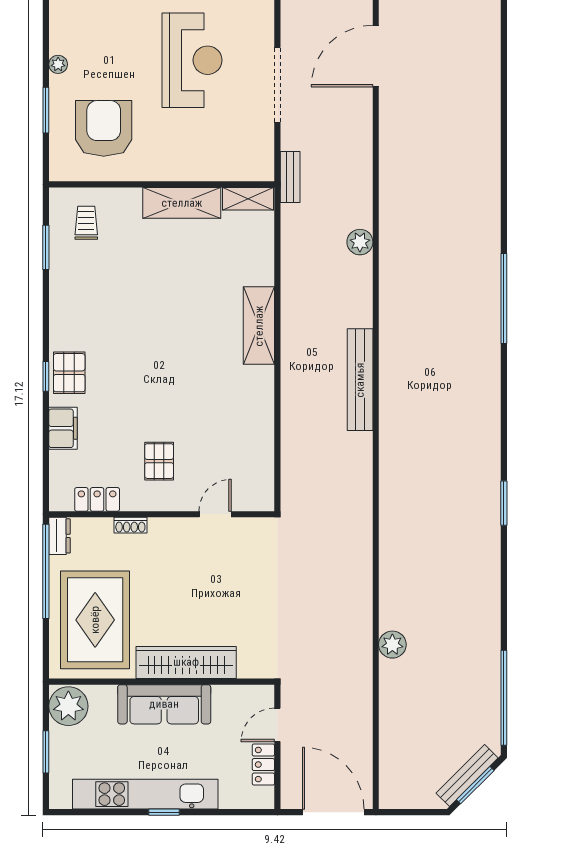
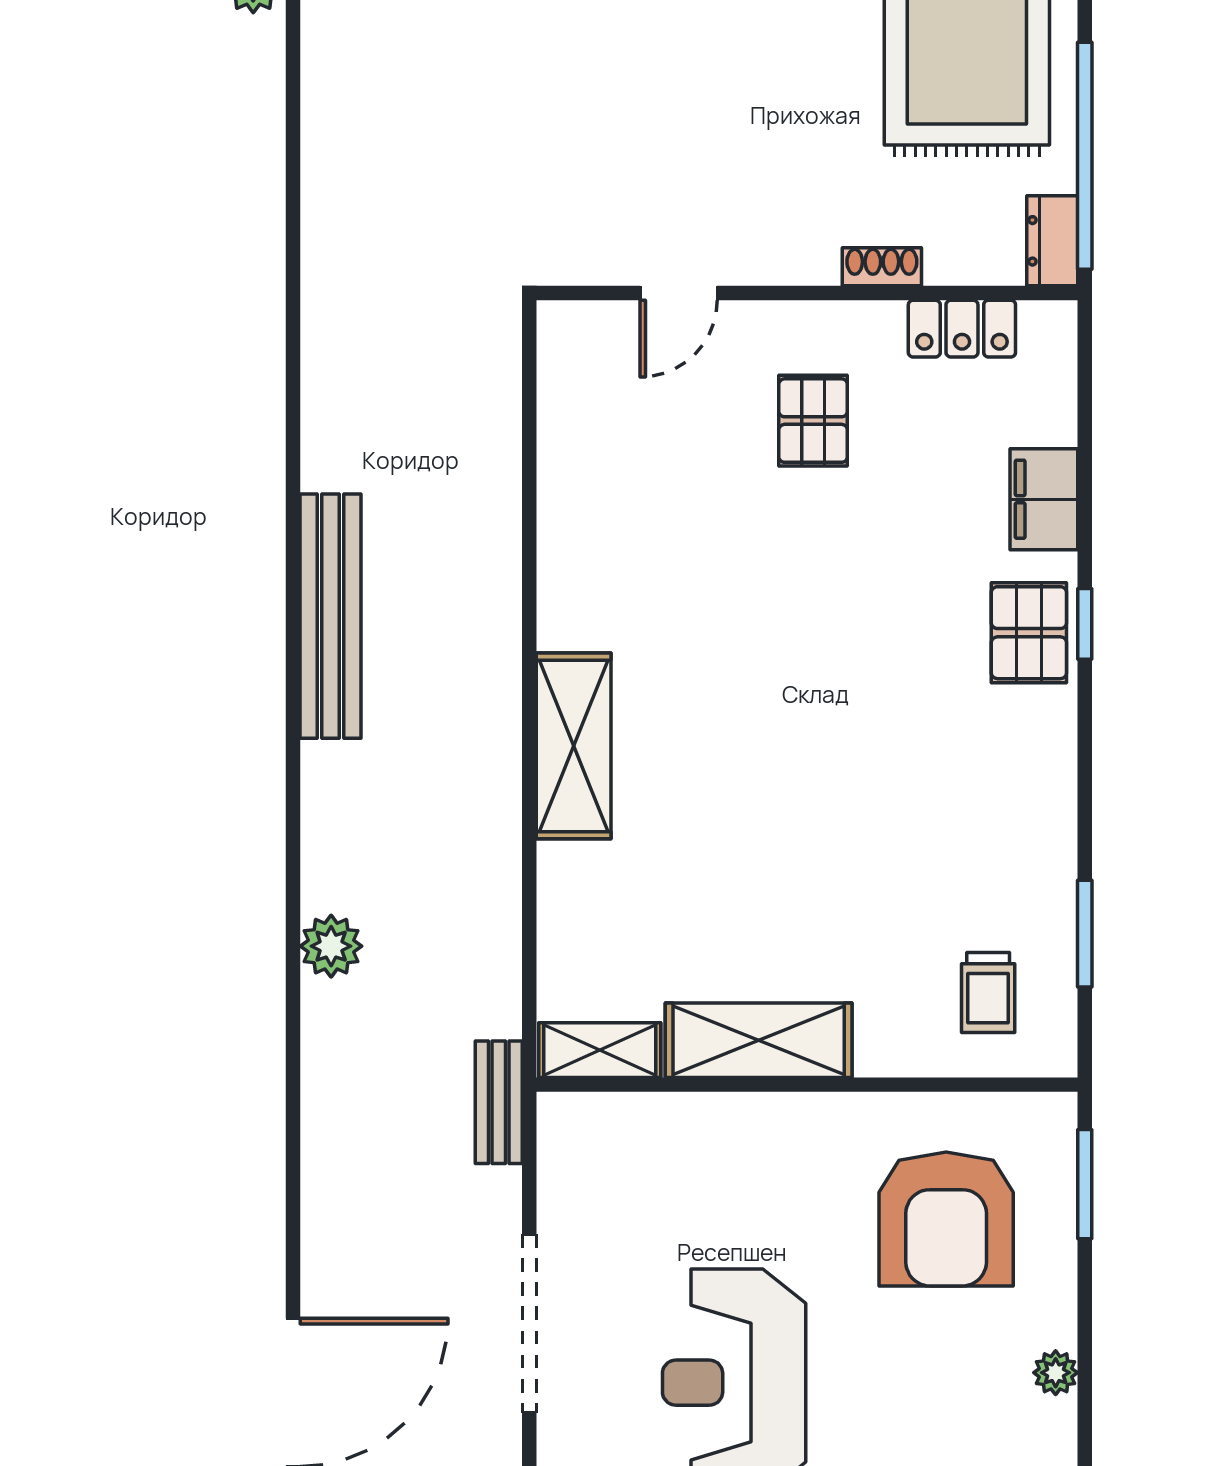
window: (46, 110) -> (1085, 1184), moved

